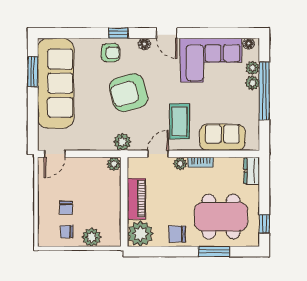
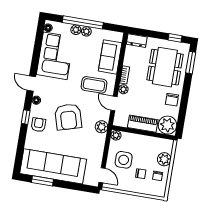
door: (167, 33) -> (31, 84), swing flipped
plant: (253, 68) -> (86, 31), moved
side table: (81, 180) -> (124, 160), added
window: (214, 252) -> (191, 63), moved

